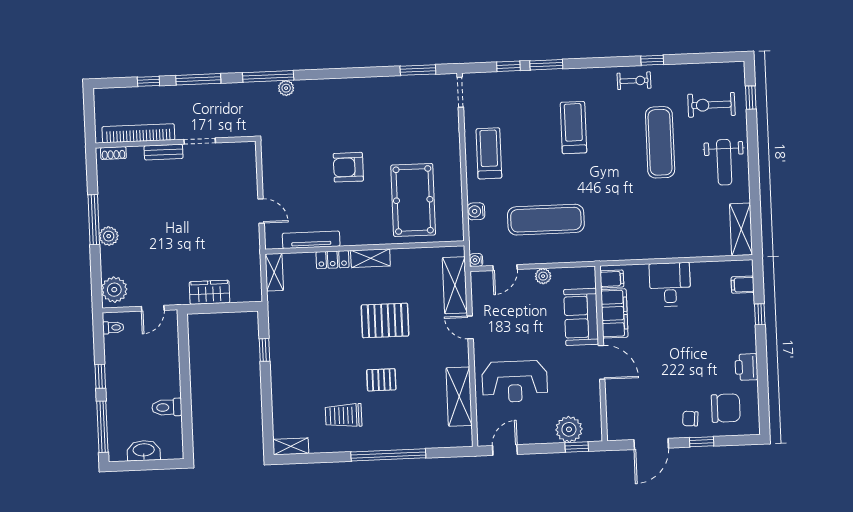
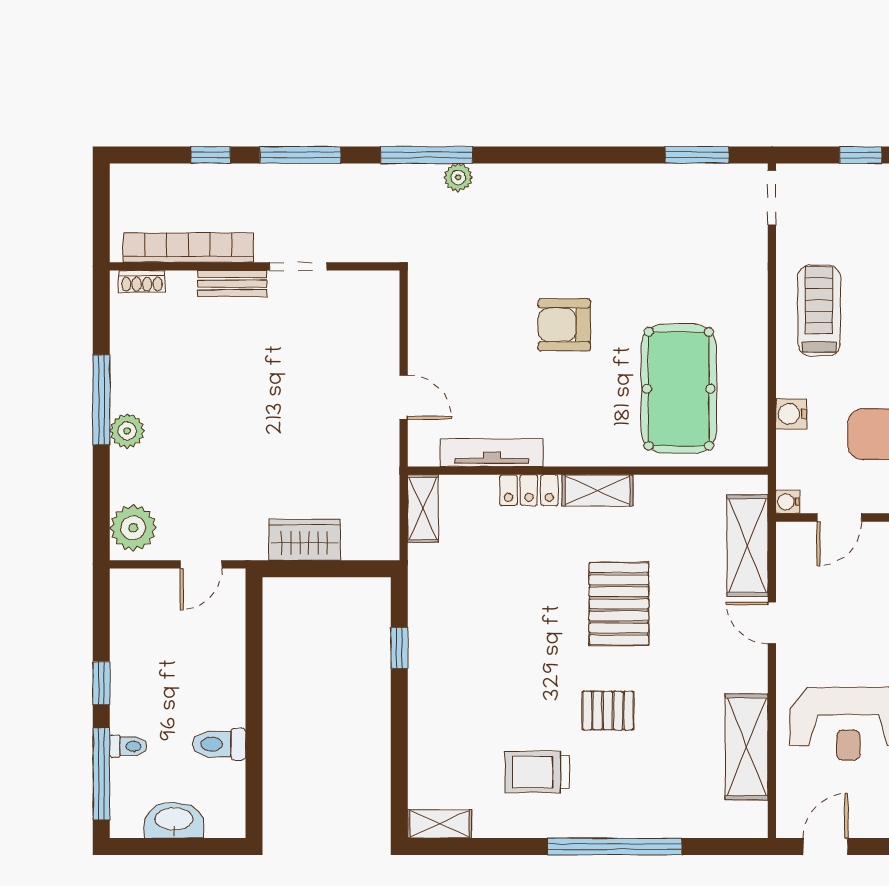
pallet: (385, 320) -> (619, 604), turned 90
toilet: (113, 328) -> (128, 746), moved

